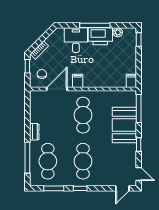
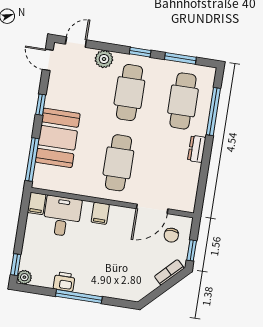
plant: (118, 32) -> (24, 277), moved
printer: (100, 36) -> (64, 282), width x0.53, depth x0.68
desk: (76, 40) -> (62, 216), moved, turned 180
filing cabinet: (78, 81) -> (100, 213), moved
plant: (103, 180) -> (104, 59), added

